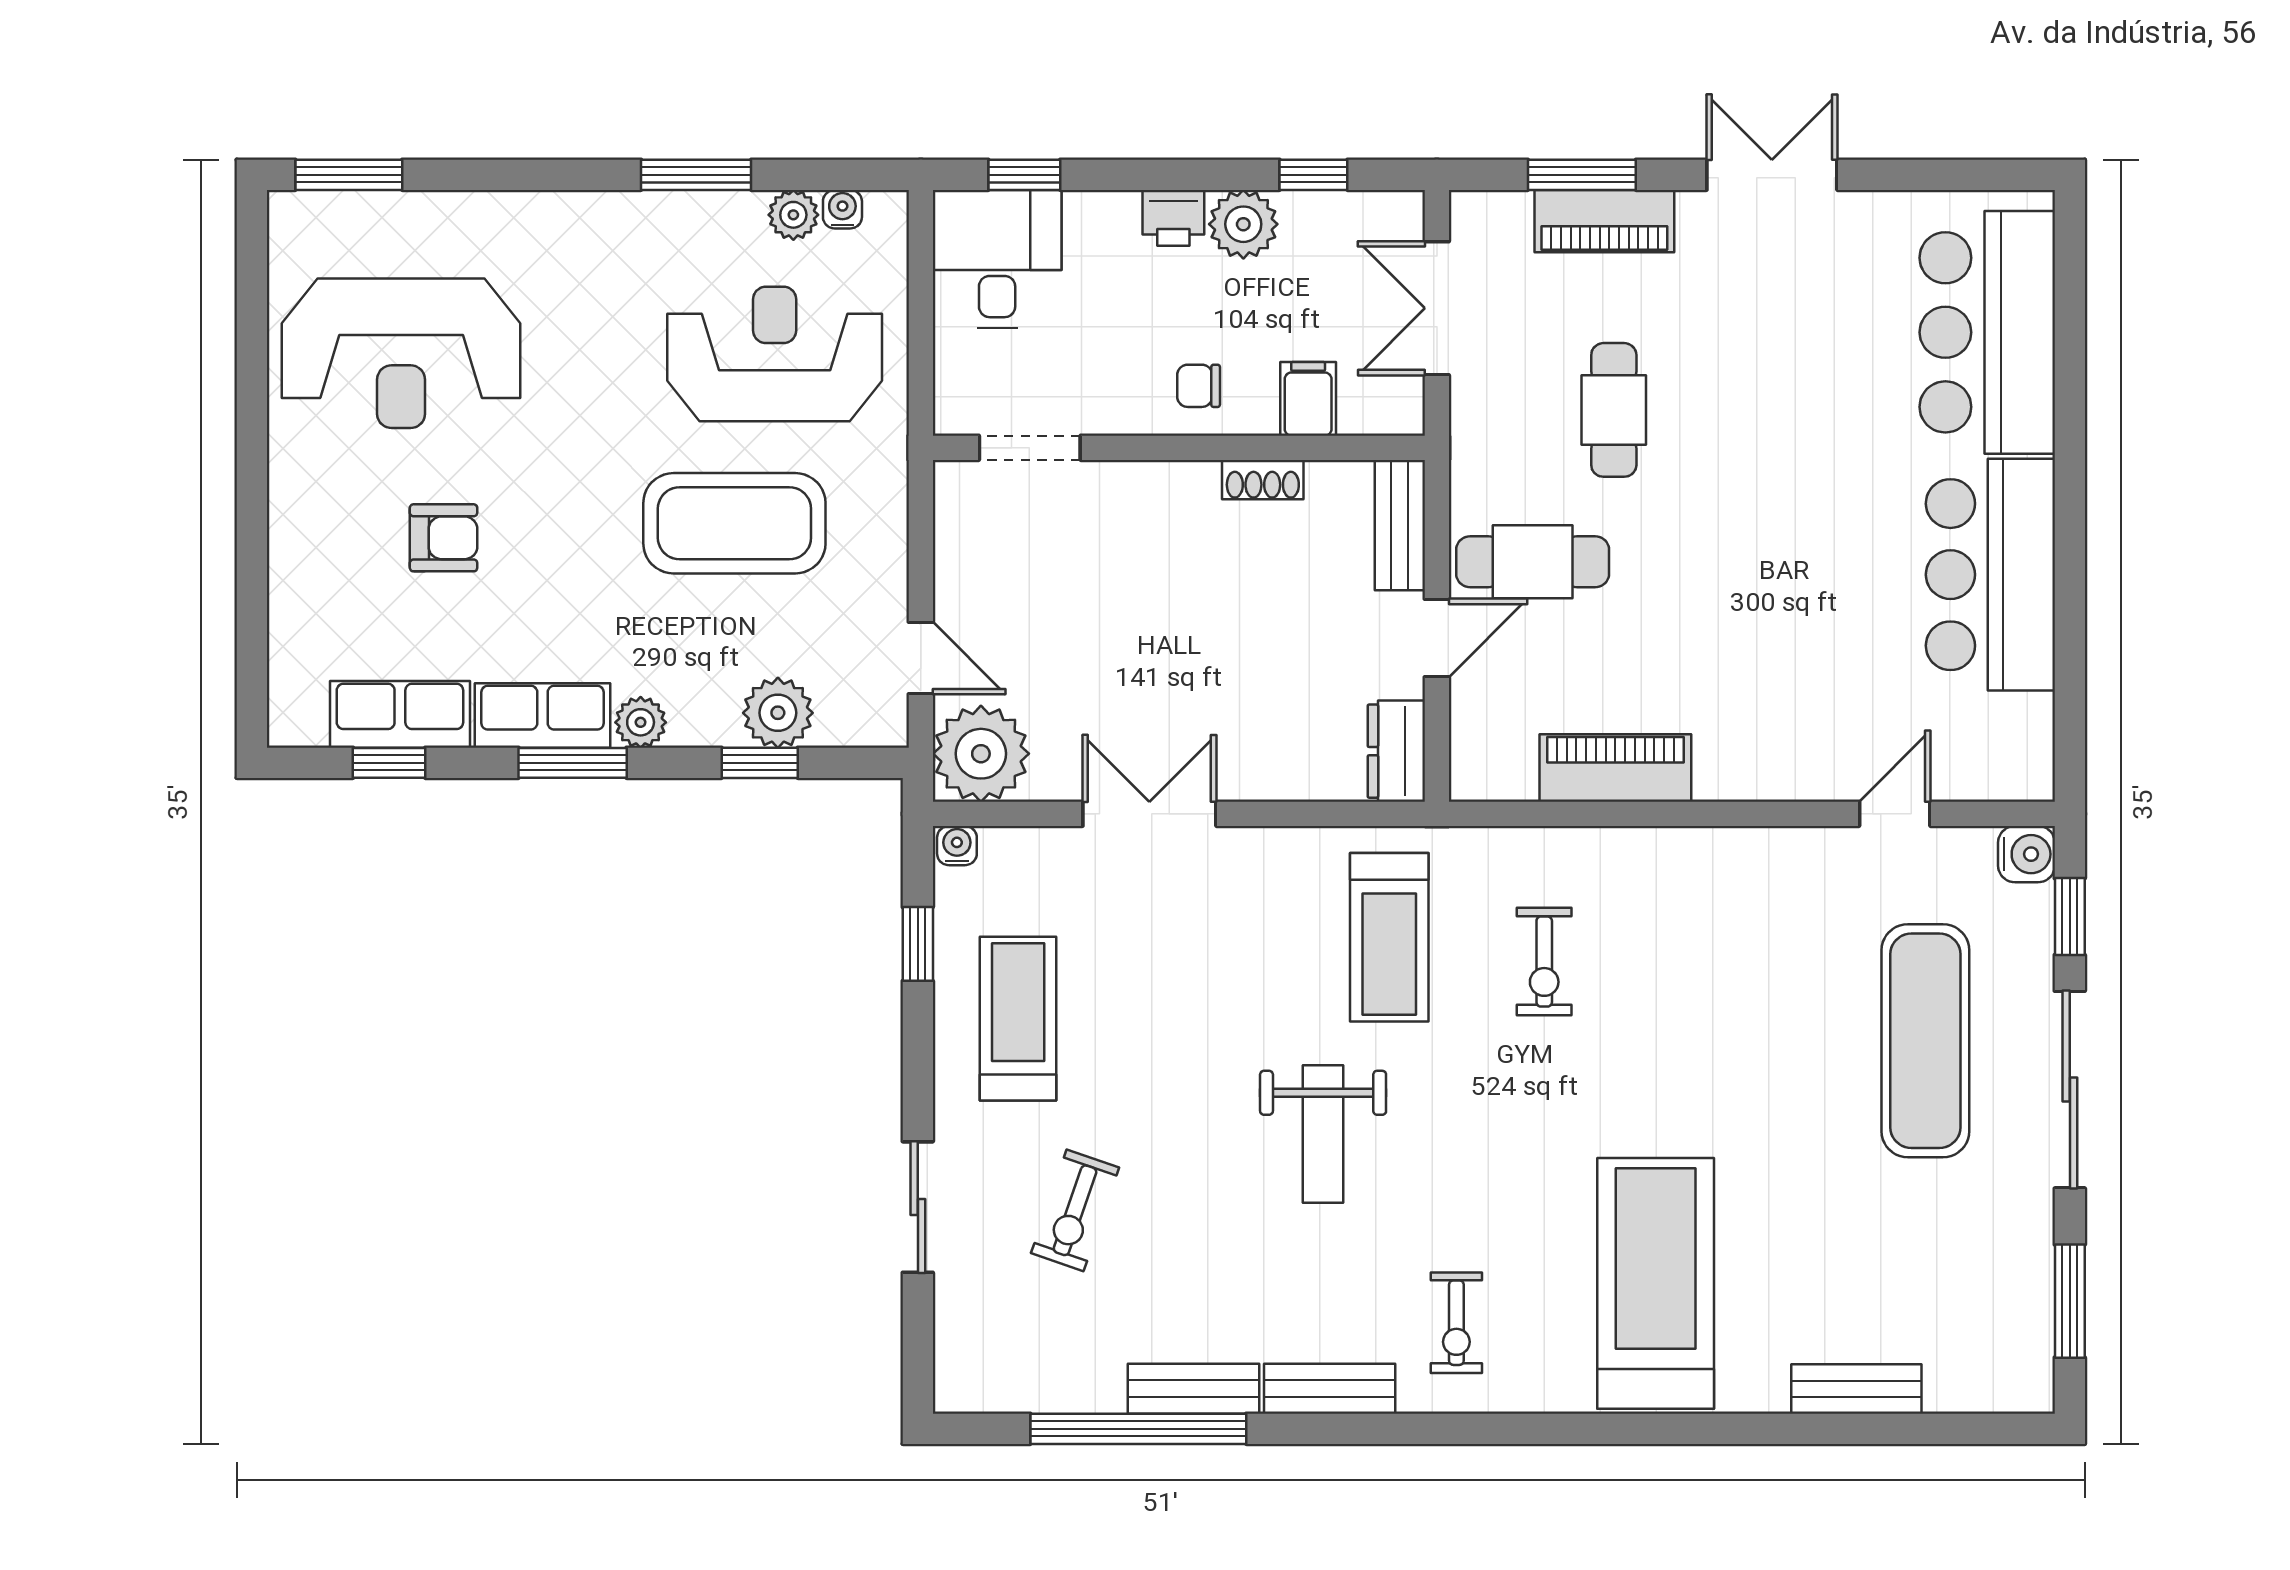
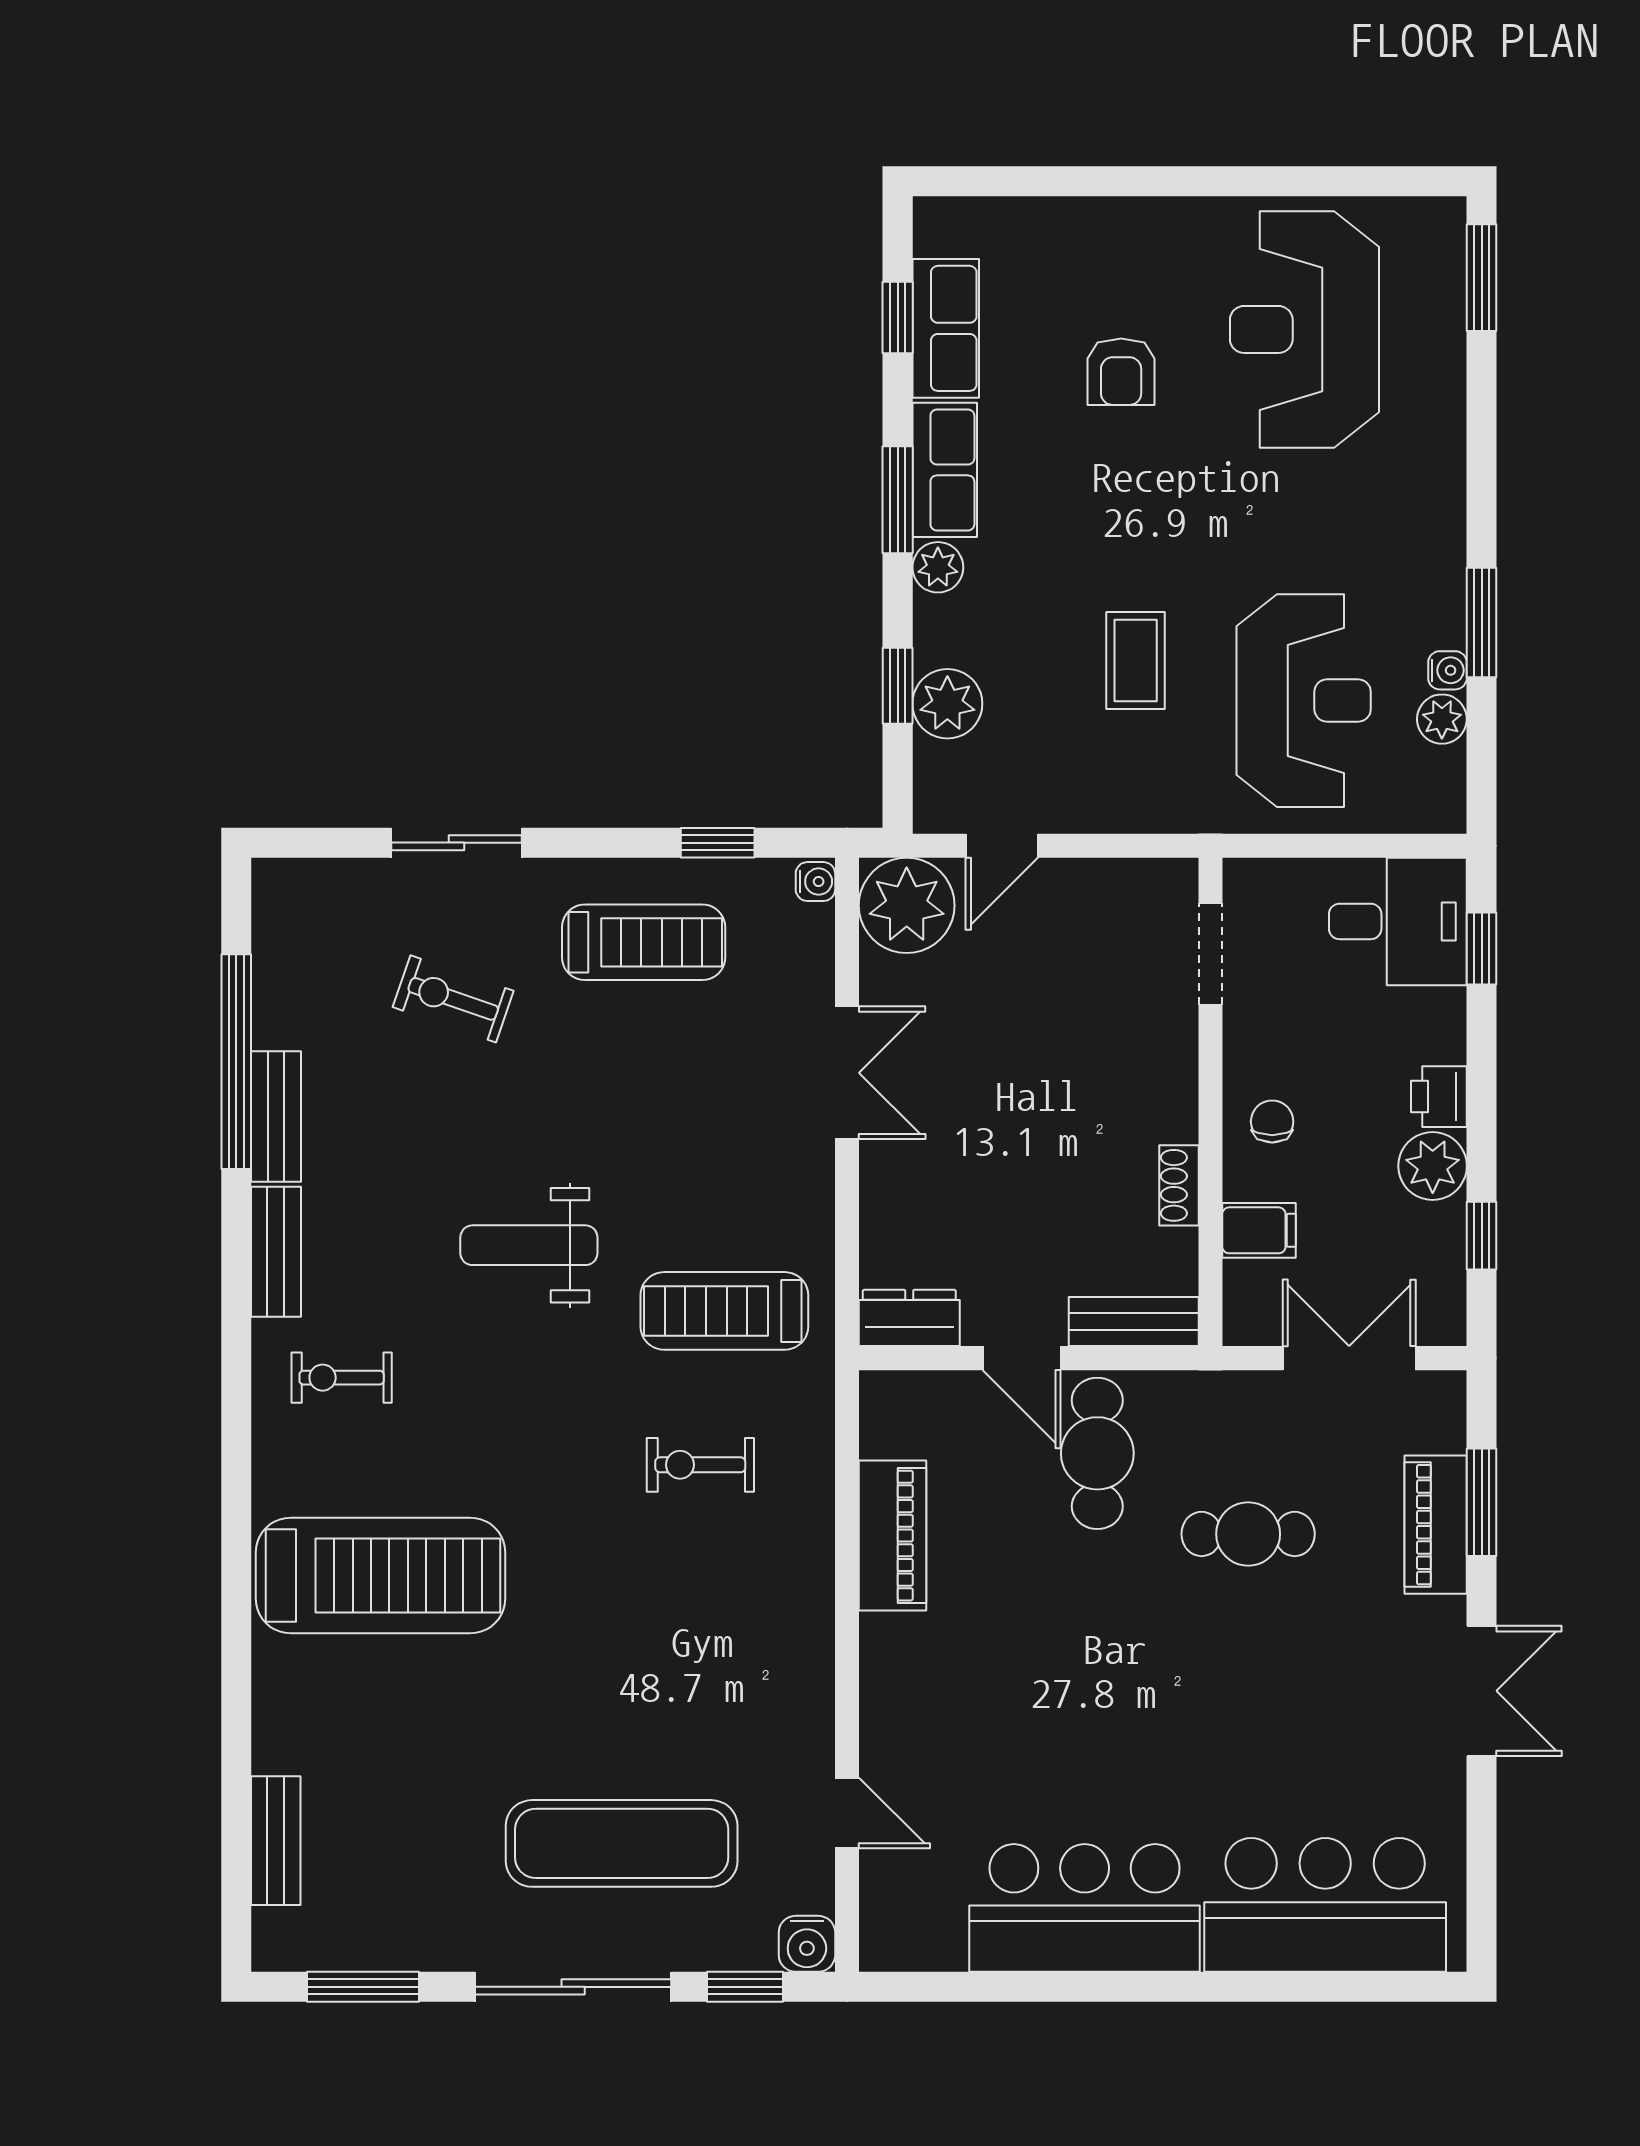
water cooler: (842, 209) -> (1447, 670), moved
coffee table: (734, 523) -> (1136, 661), width x0.54, depth x0.58
bench: (1856, 1389) -> (276, 1841), moved

